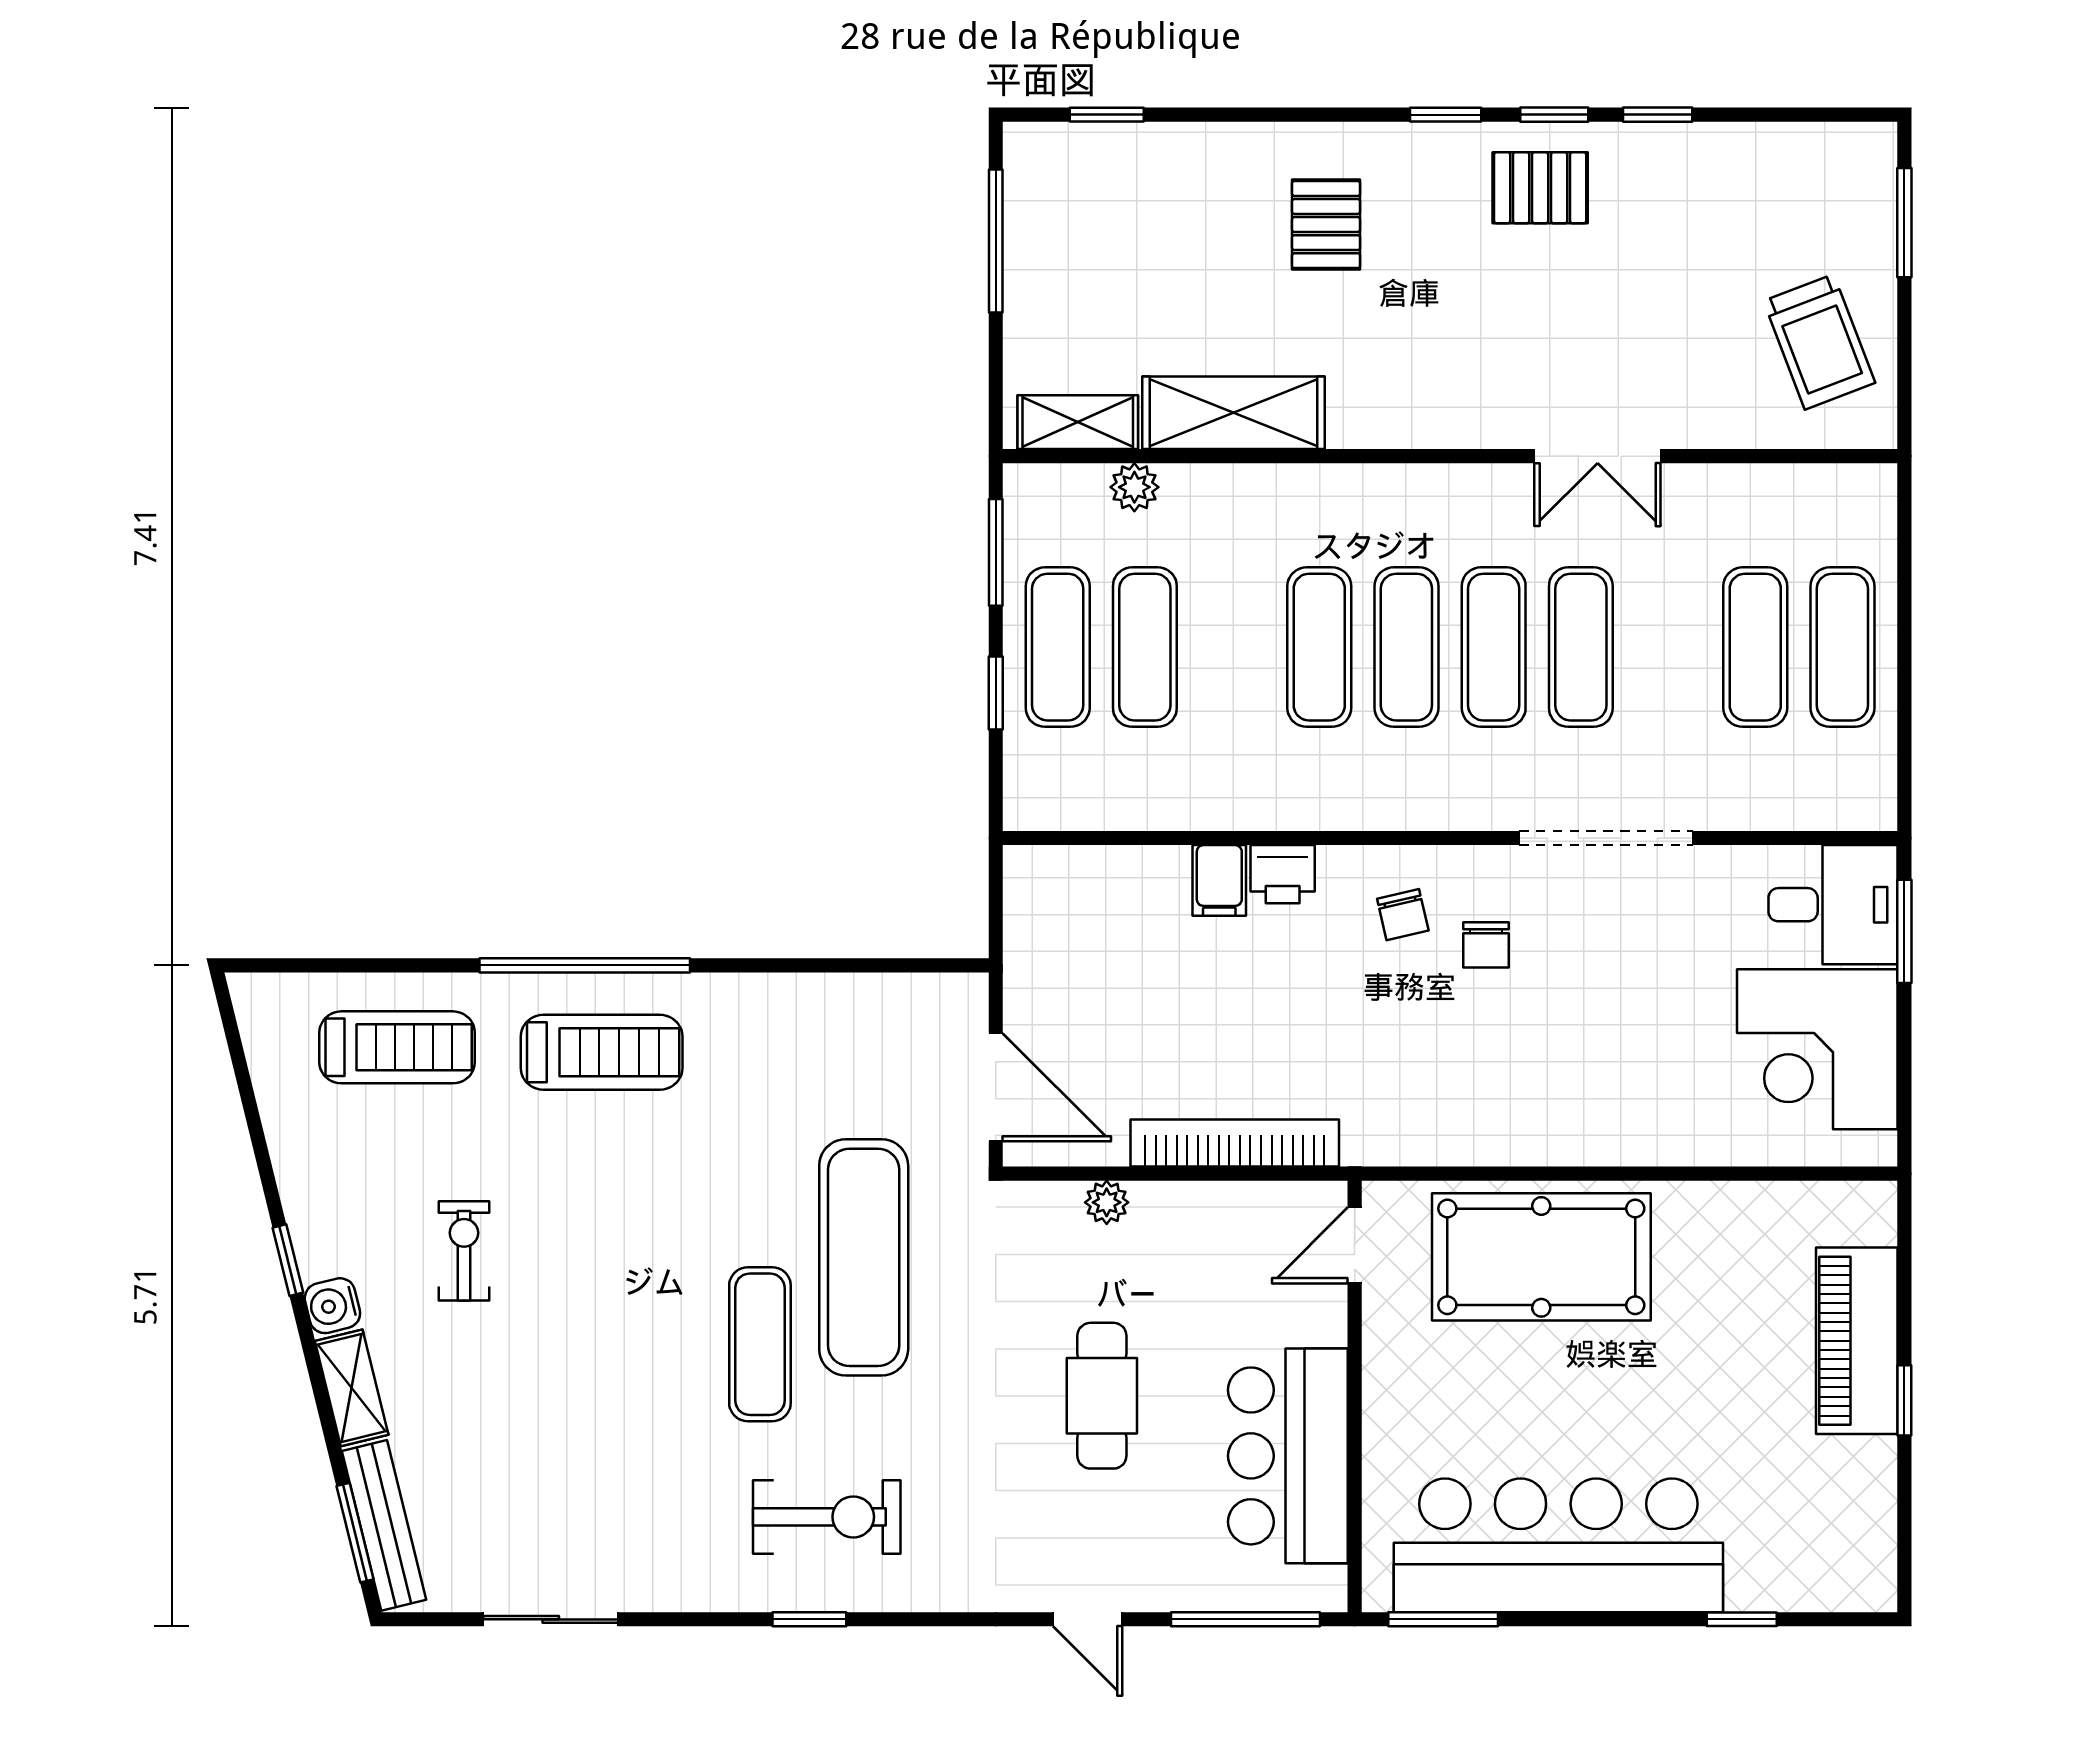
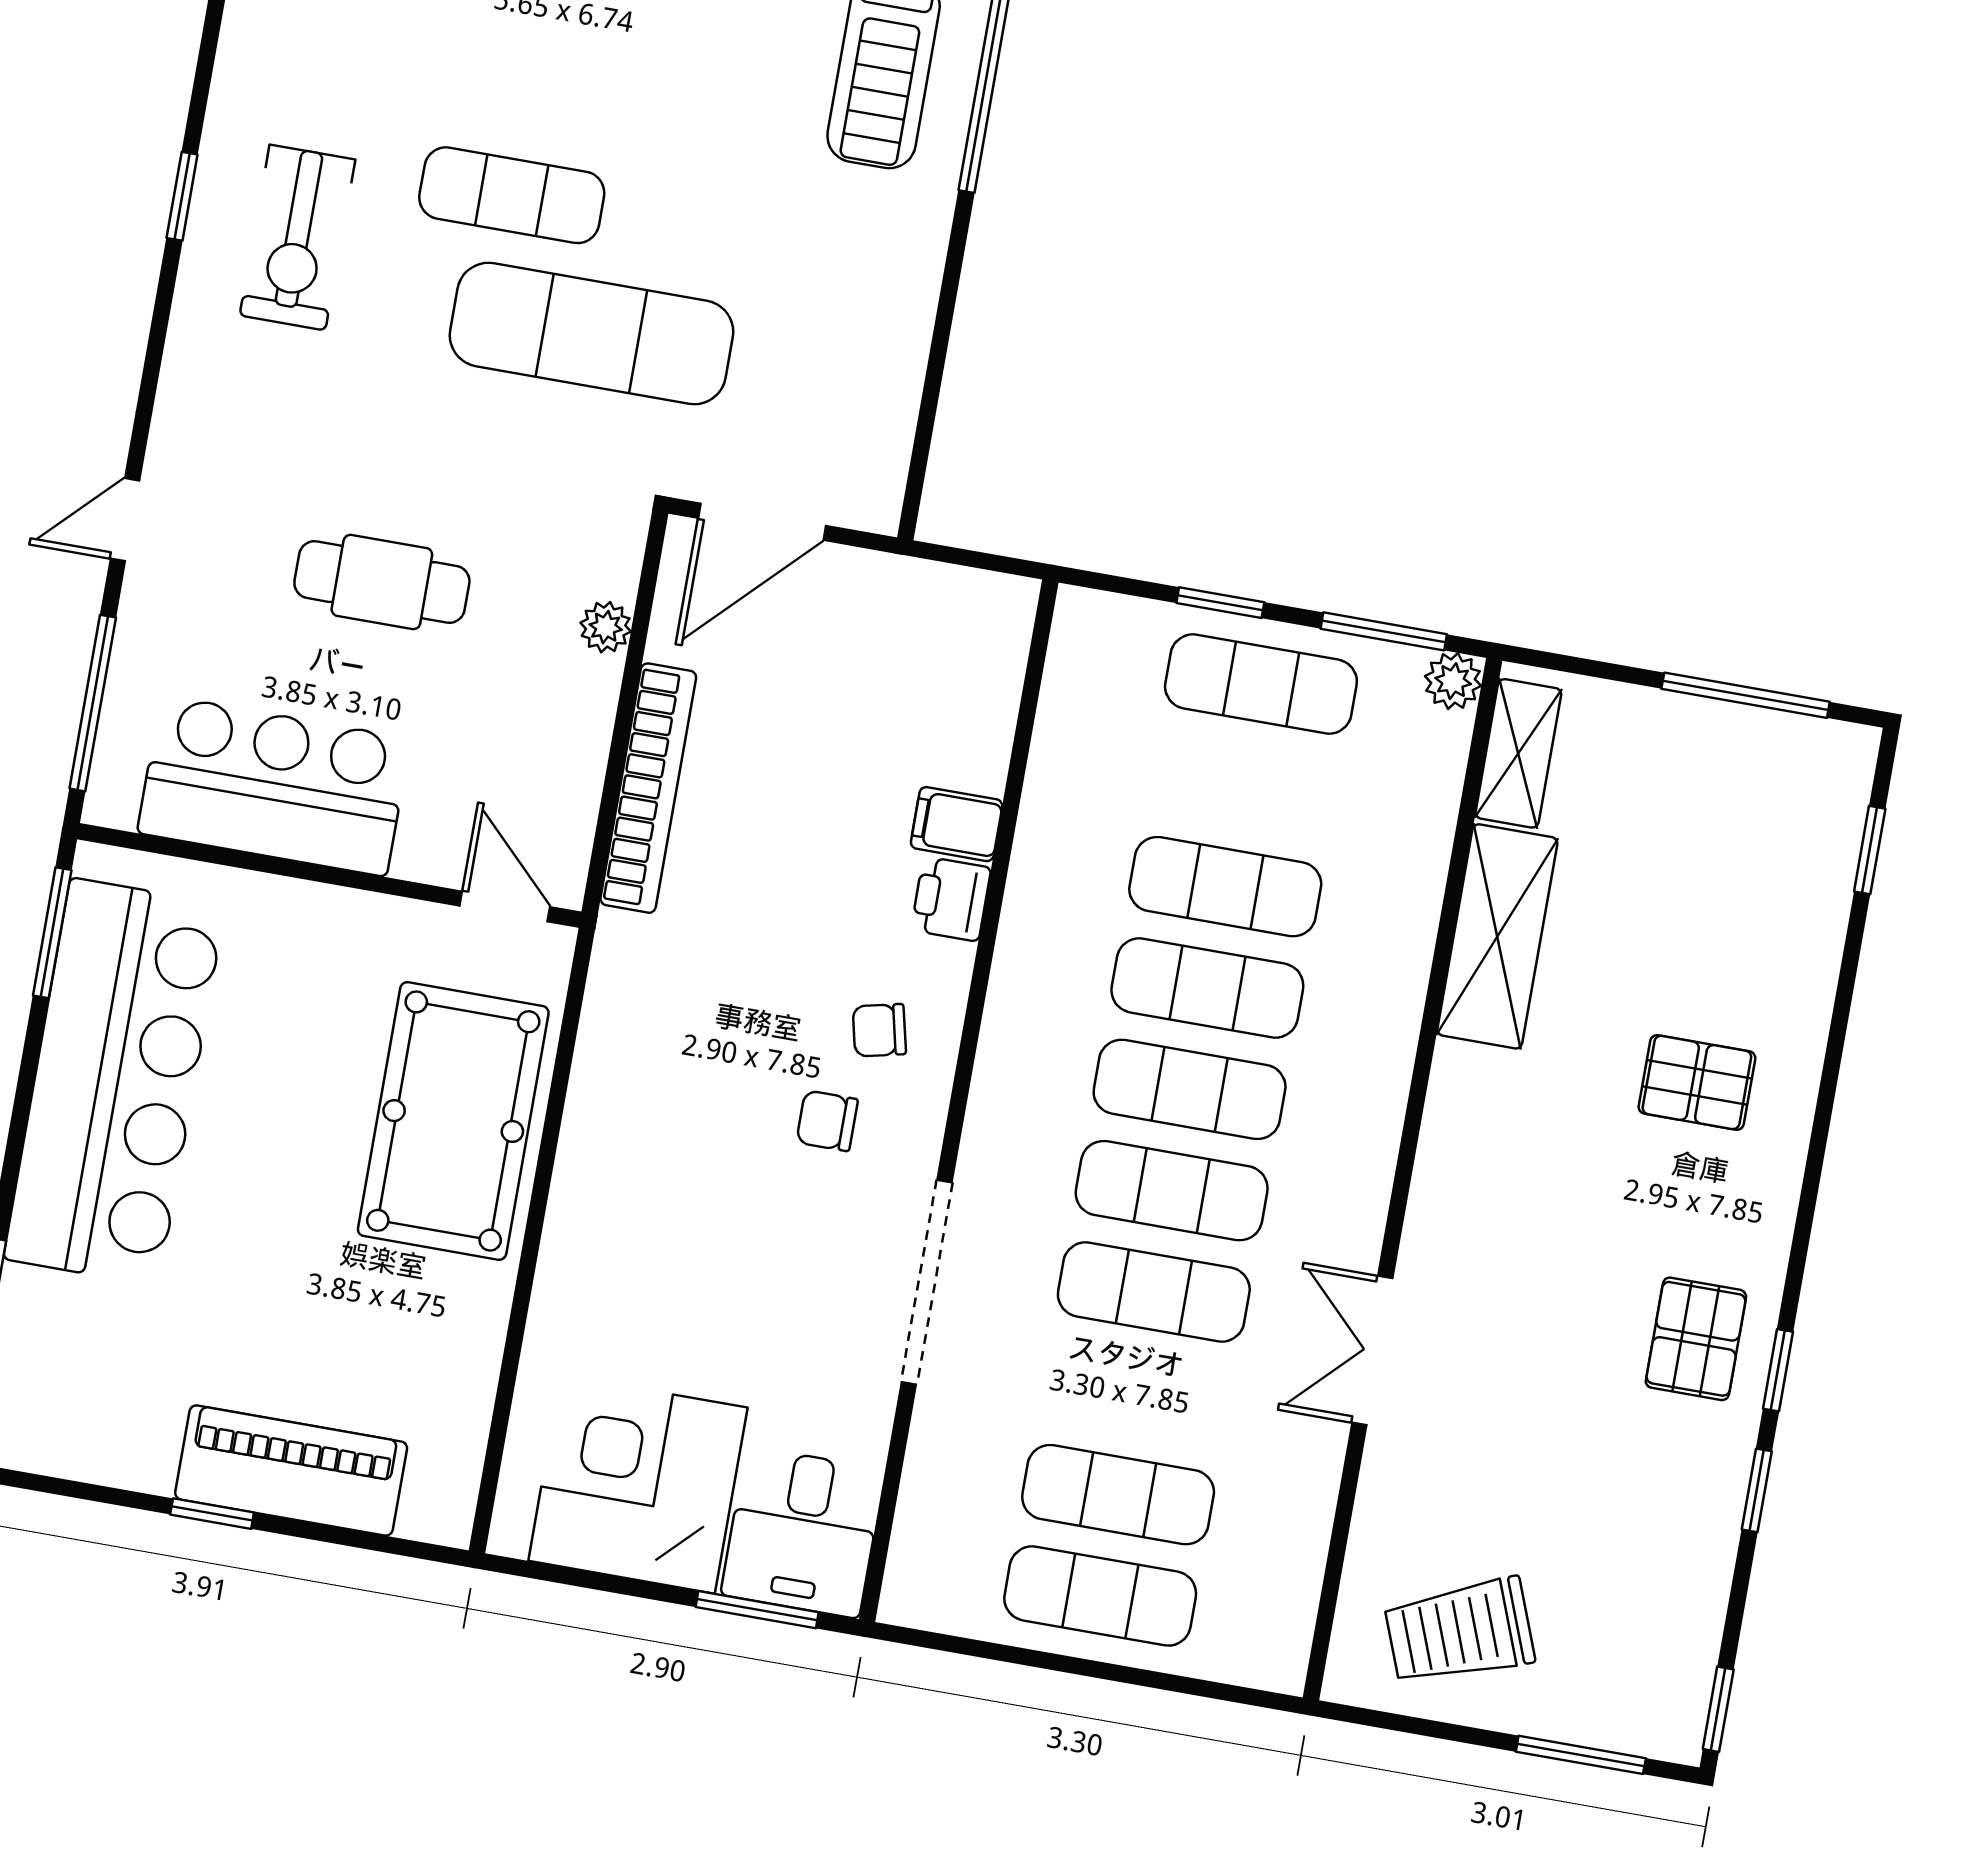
window: (1446, 115) -> (1718, 1709), moved
plant: (1134, 487) -> (1453, 681), moved
exercise mat: (1145, 647) -> (1225, 887), moved

